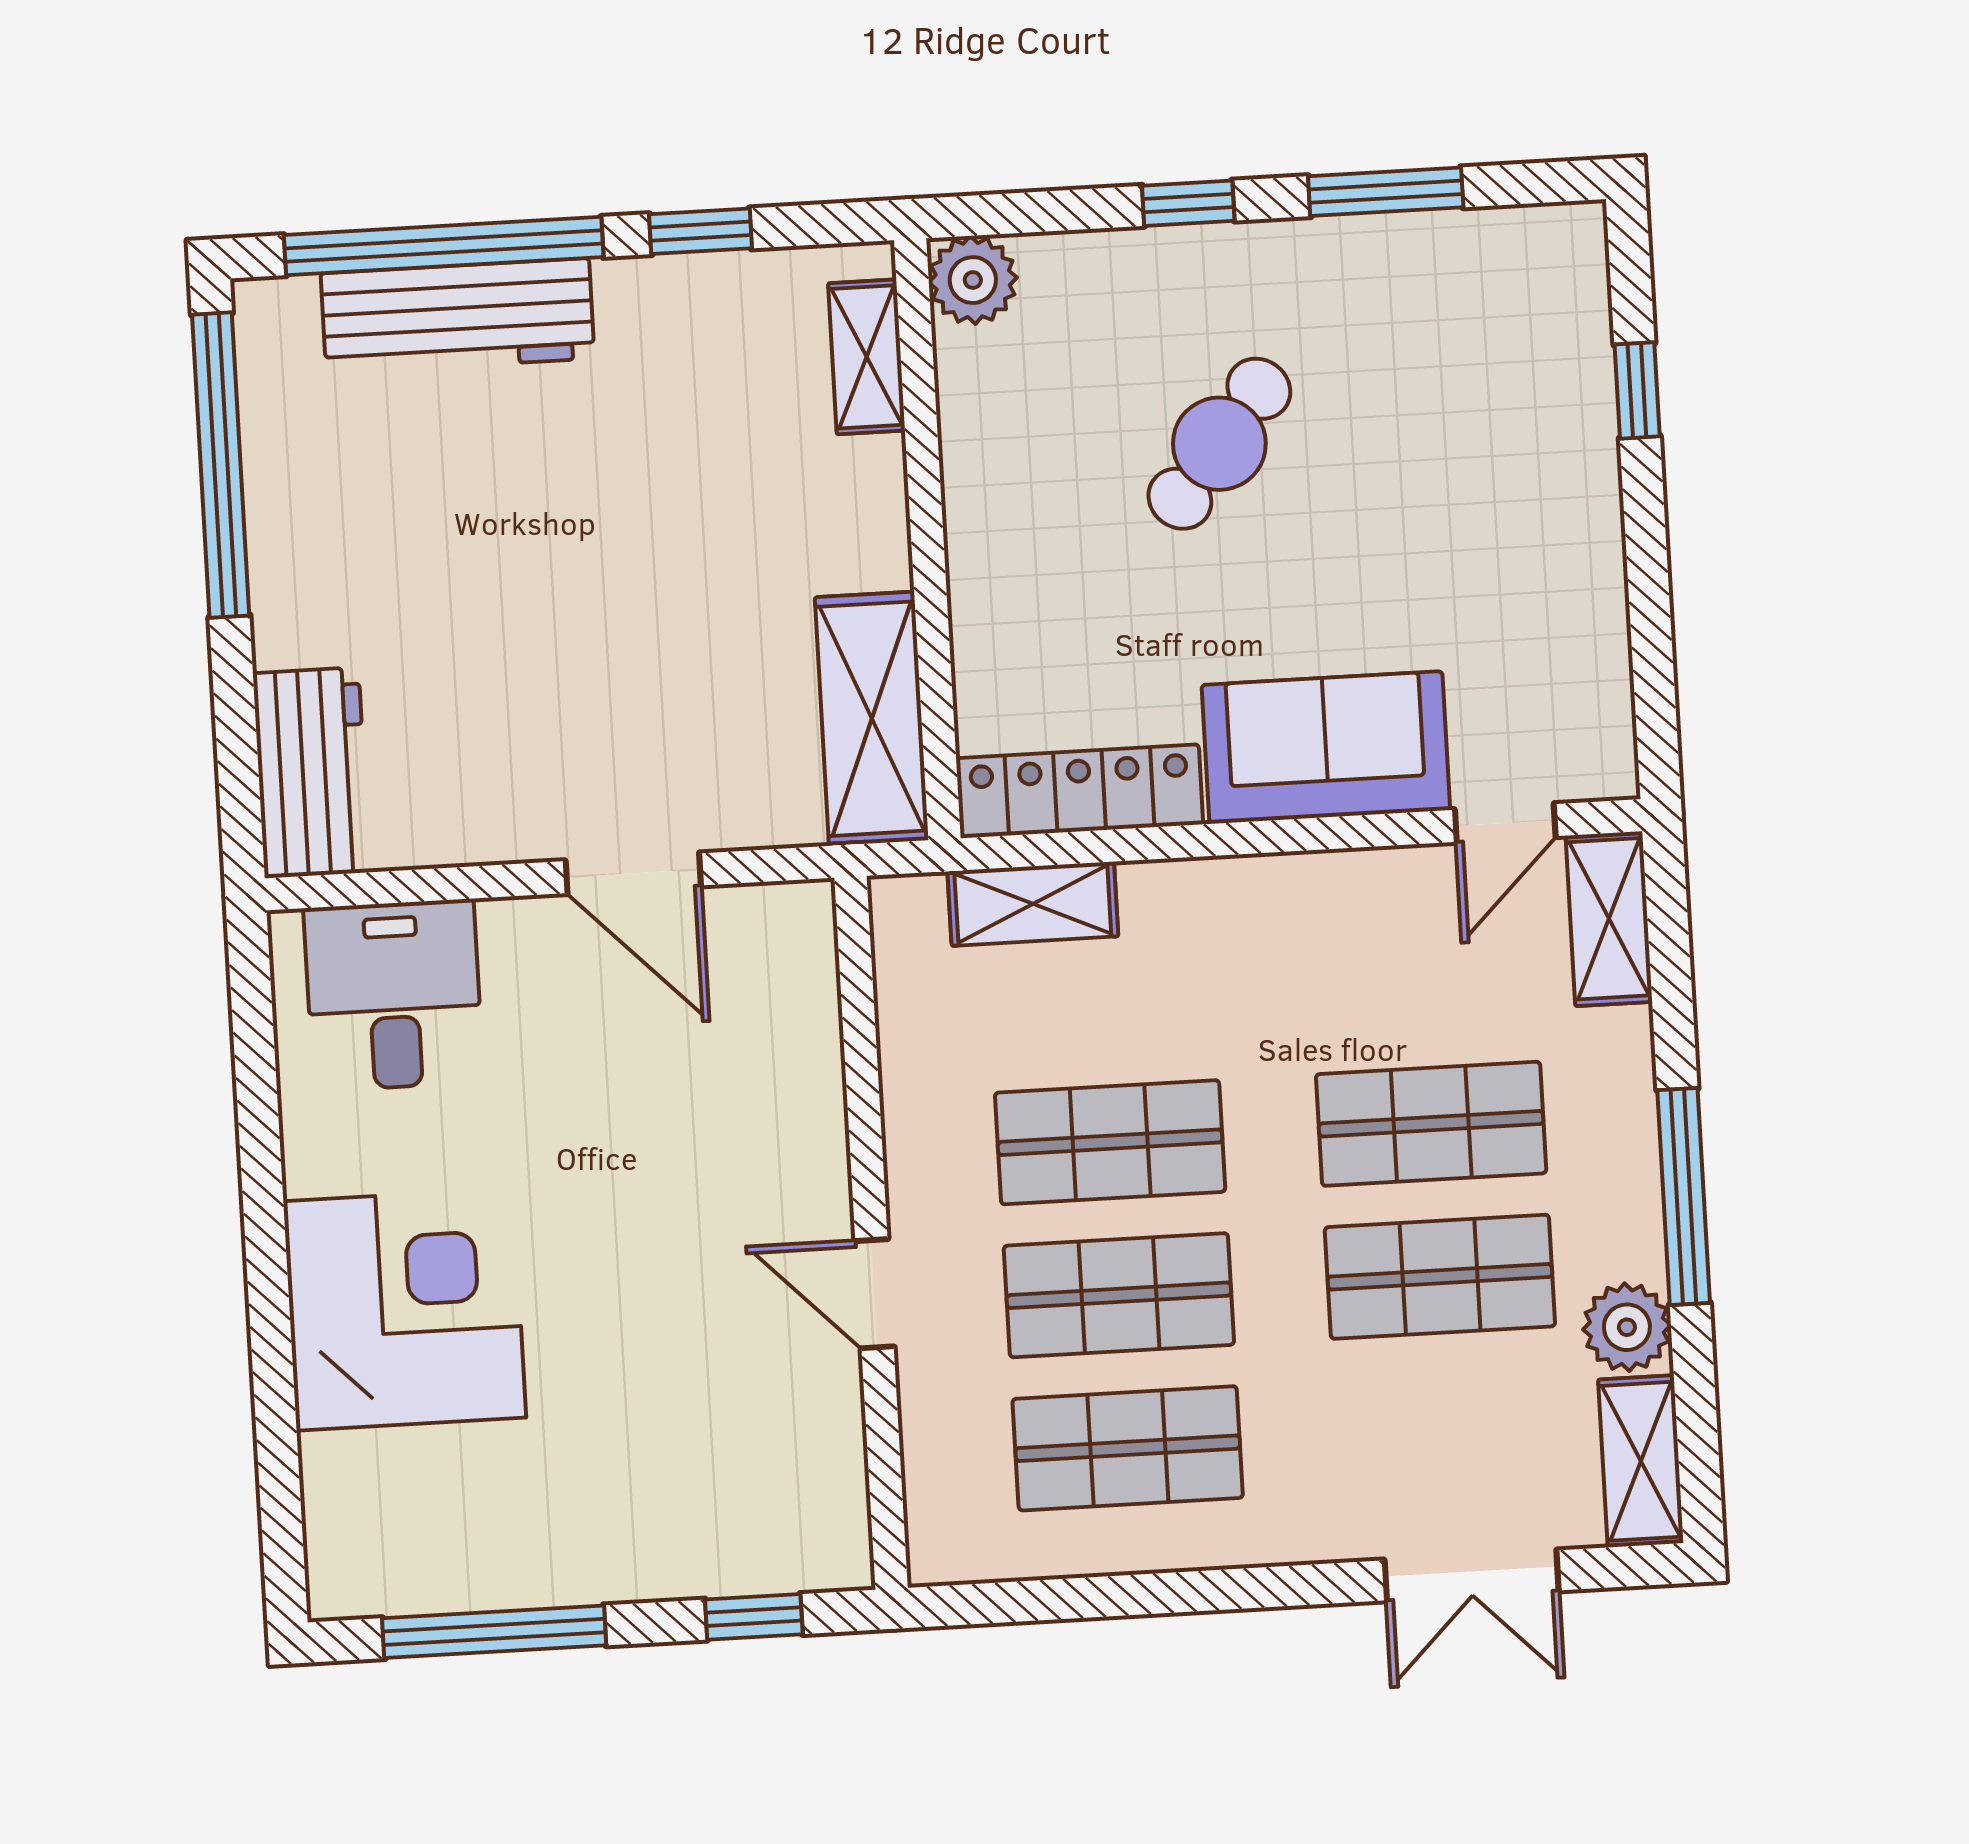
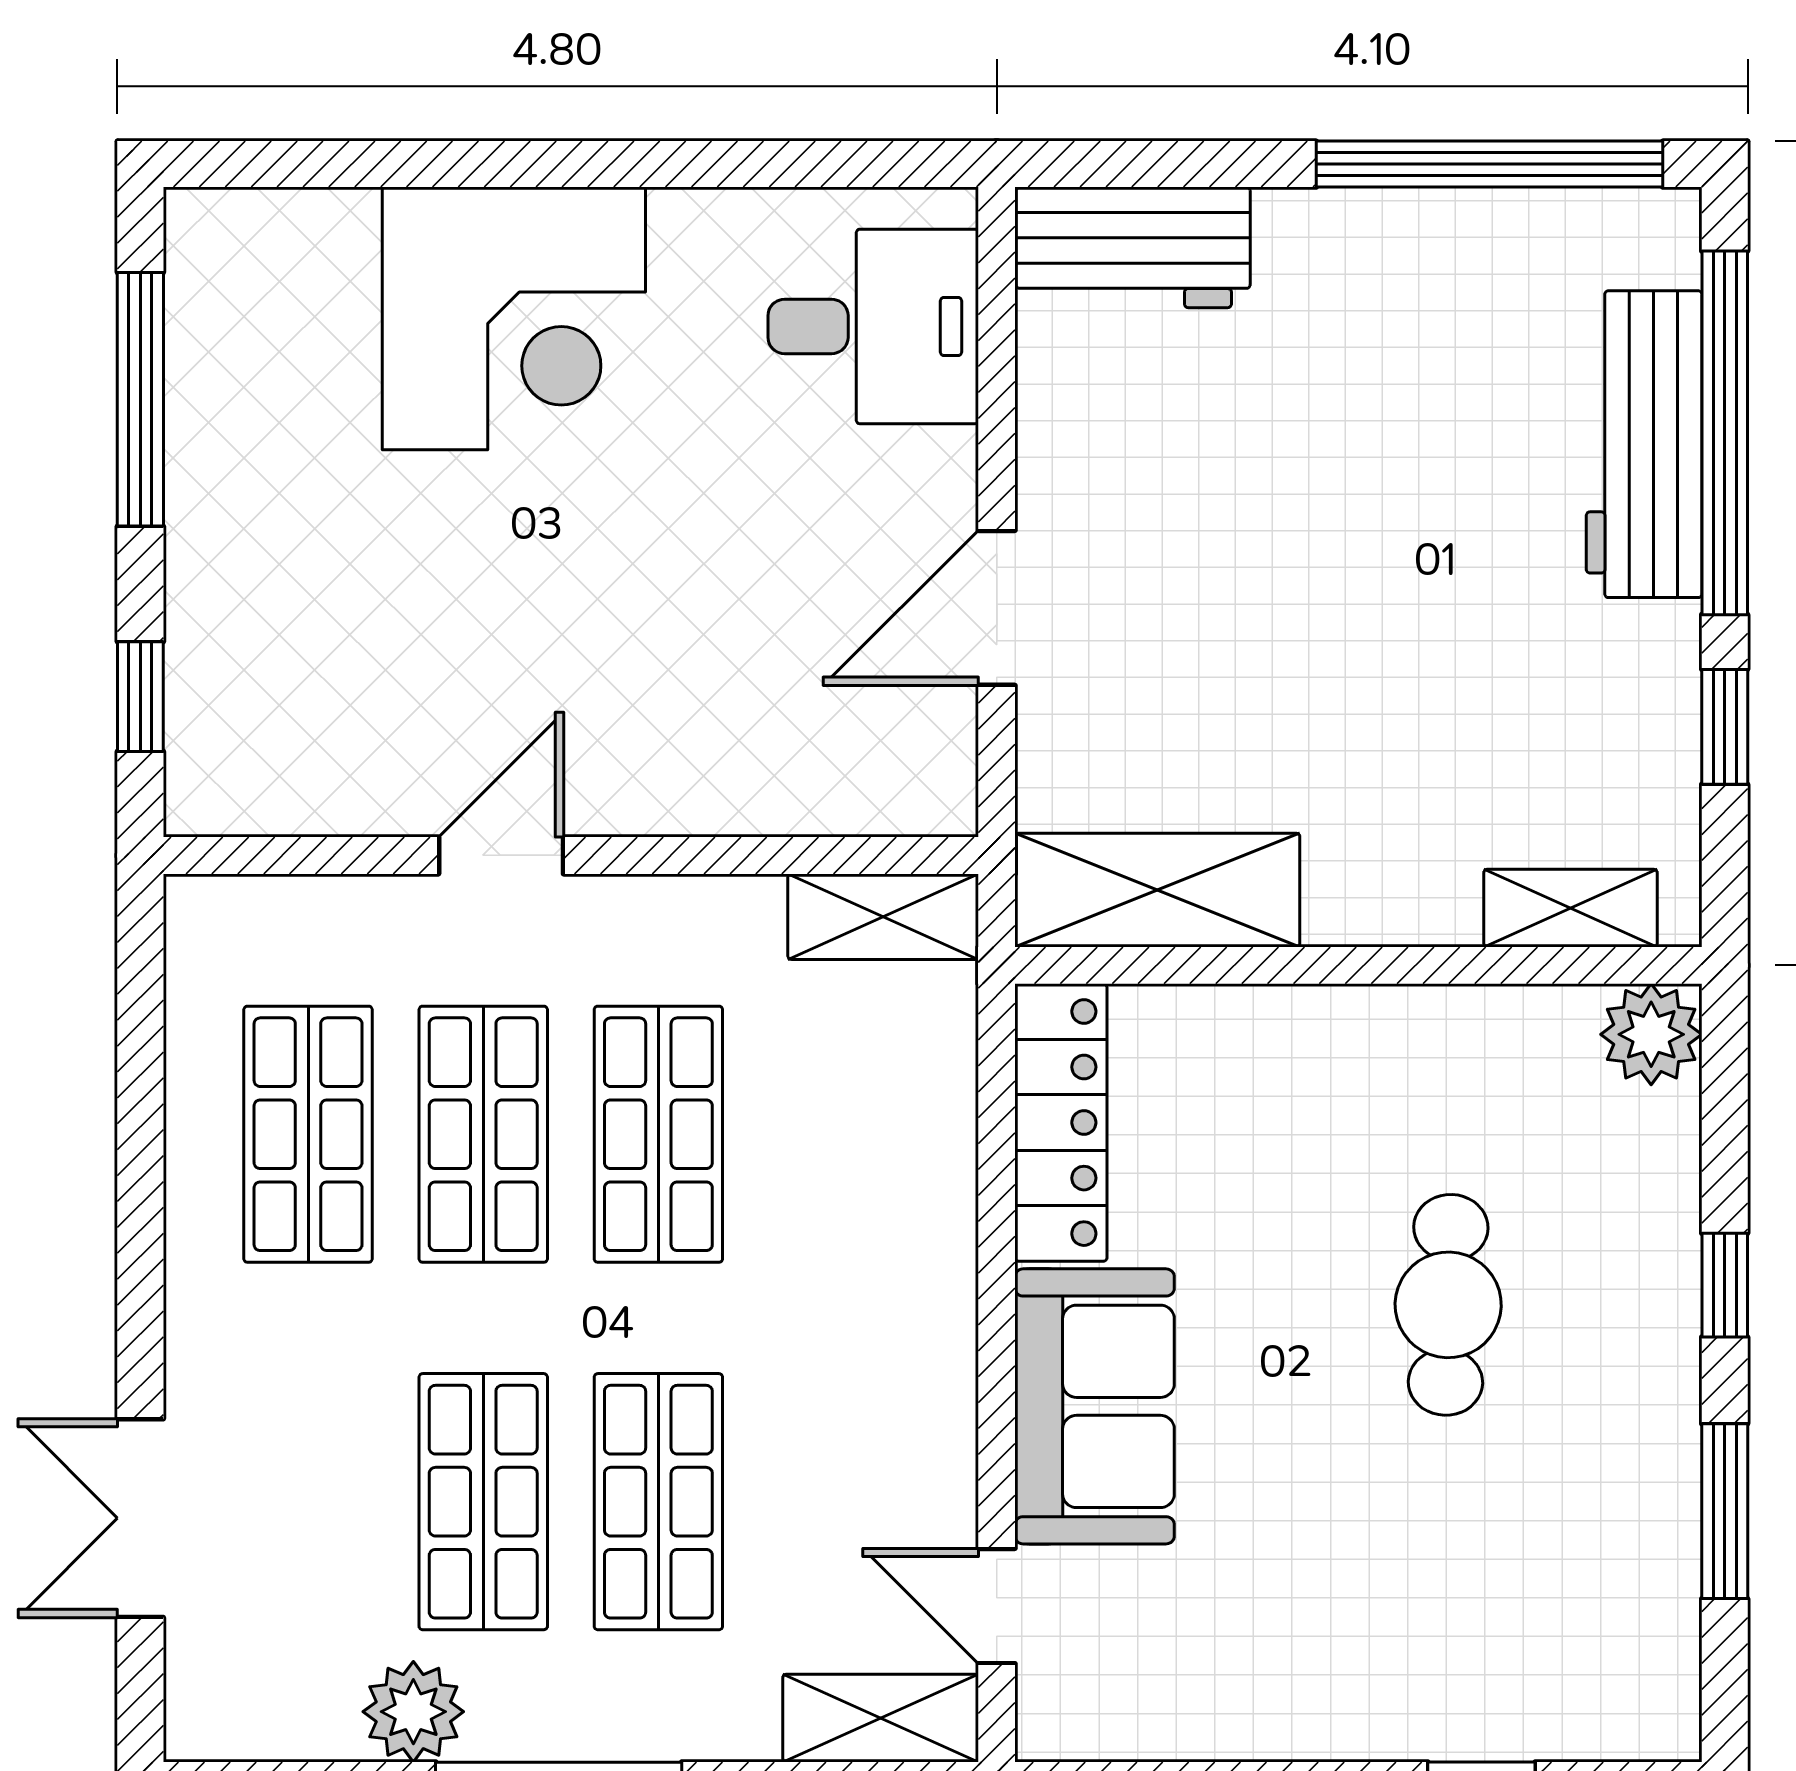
cafe table: (1219, 444) -> (1448, 1305), turned 53
shelving: (1033, 904) -> (883, 917), moved, turned 90
shelving: (1641, 1461) -> (259, 1719), removed

